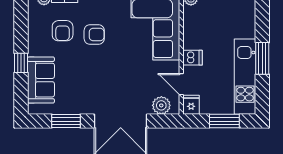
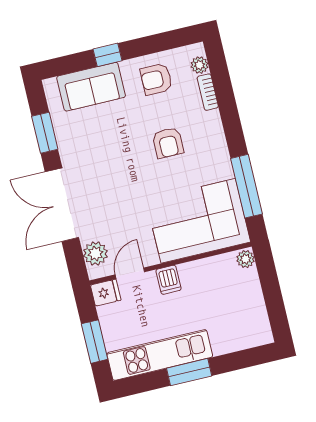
armchair: (63, 31) -> (156, 79), moved

